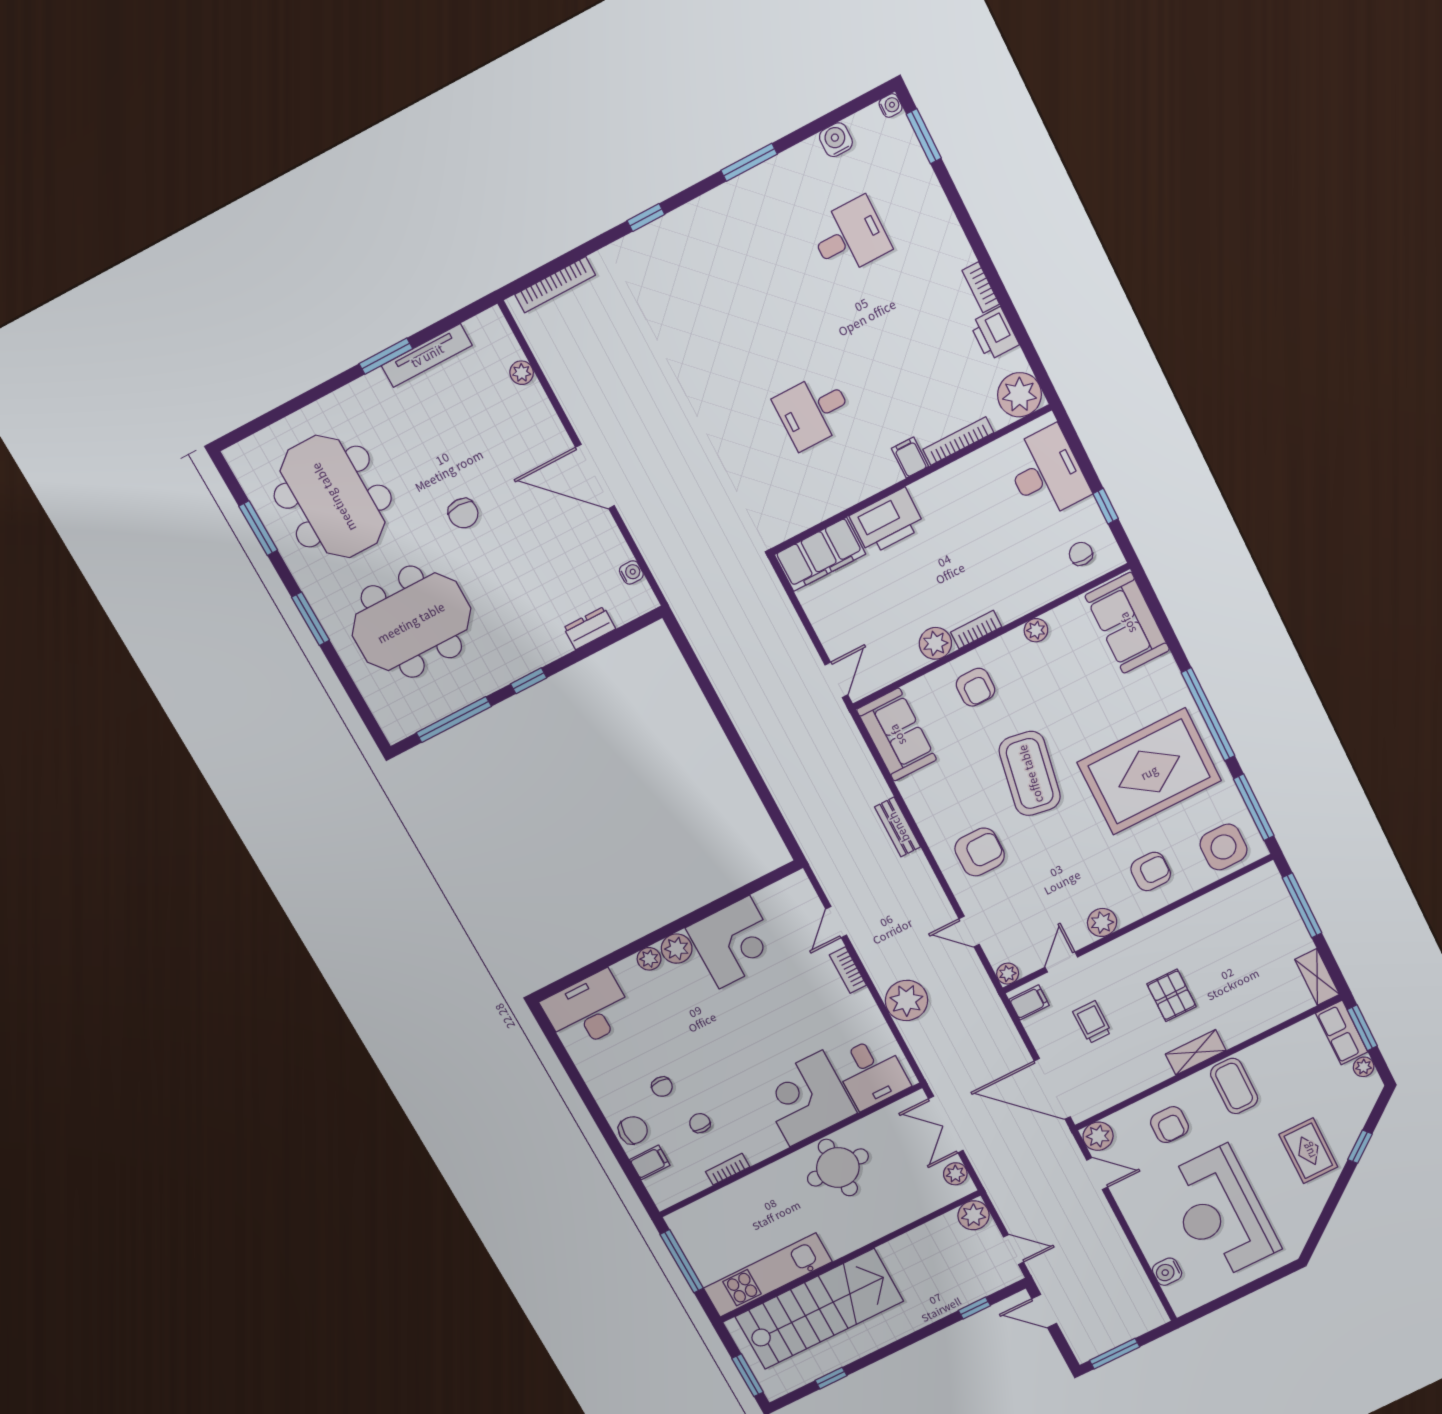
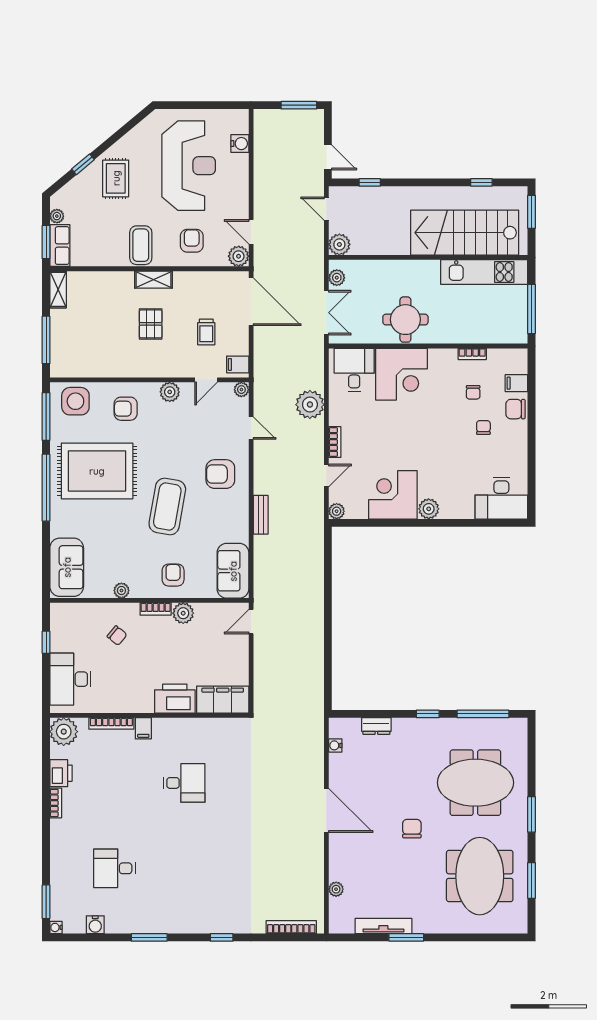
chair: (1081, 554) -> (117, 636), moved, turned -51
plant: (649, 959) -> (337, 511), moved

